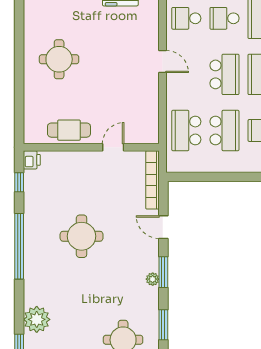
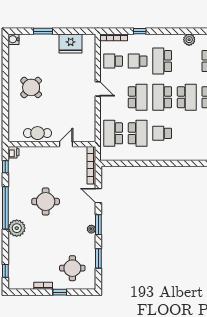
round table: (59, 59) -> (31, 87), turned 45
plant: (37, 319) -> (17, 228), moved

